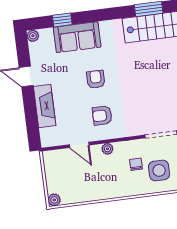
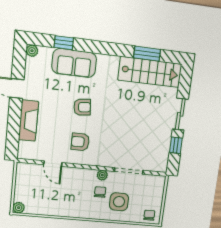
armchair: (96, 79) -> (82, 107), turned 84
plant: (107, 149) -> (102, 175), moved

